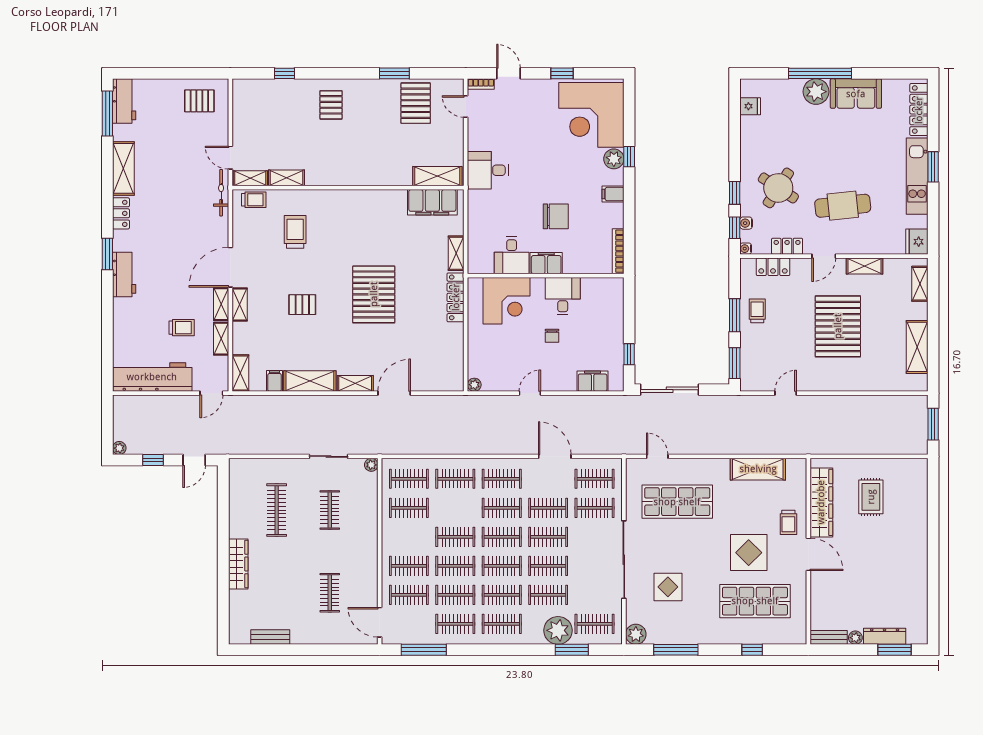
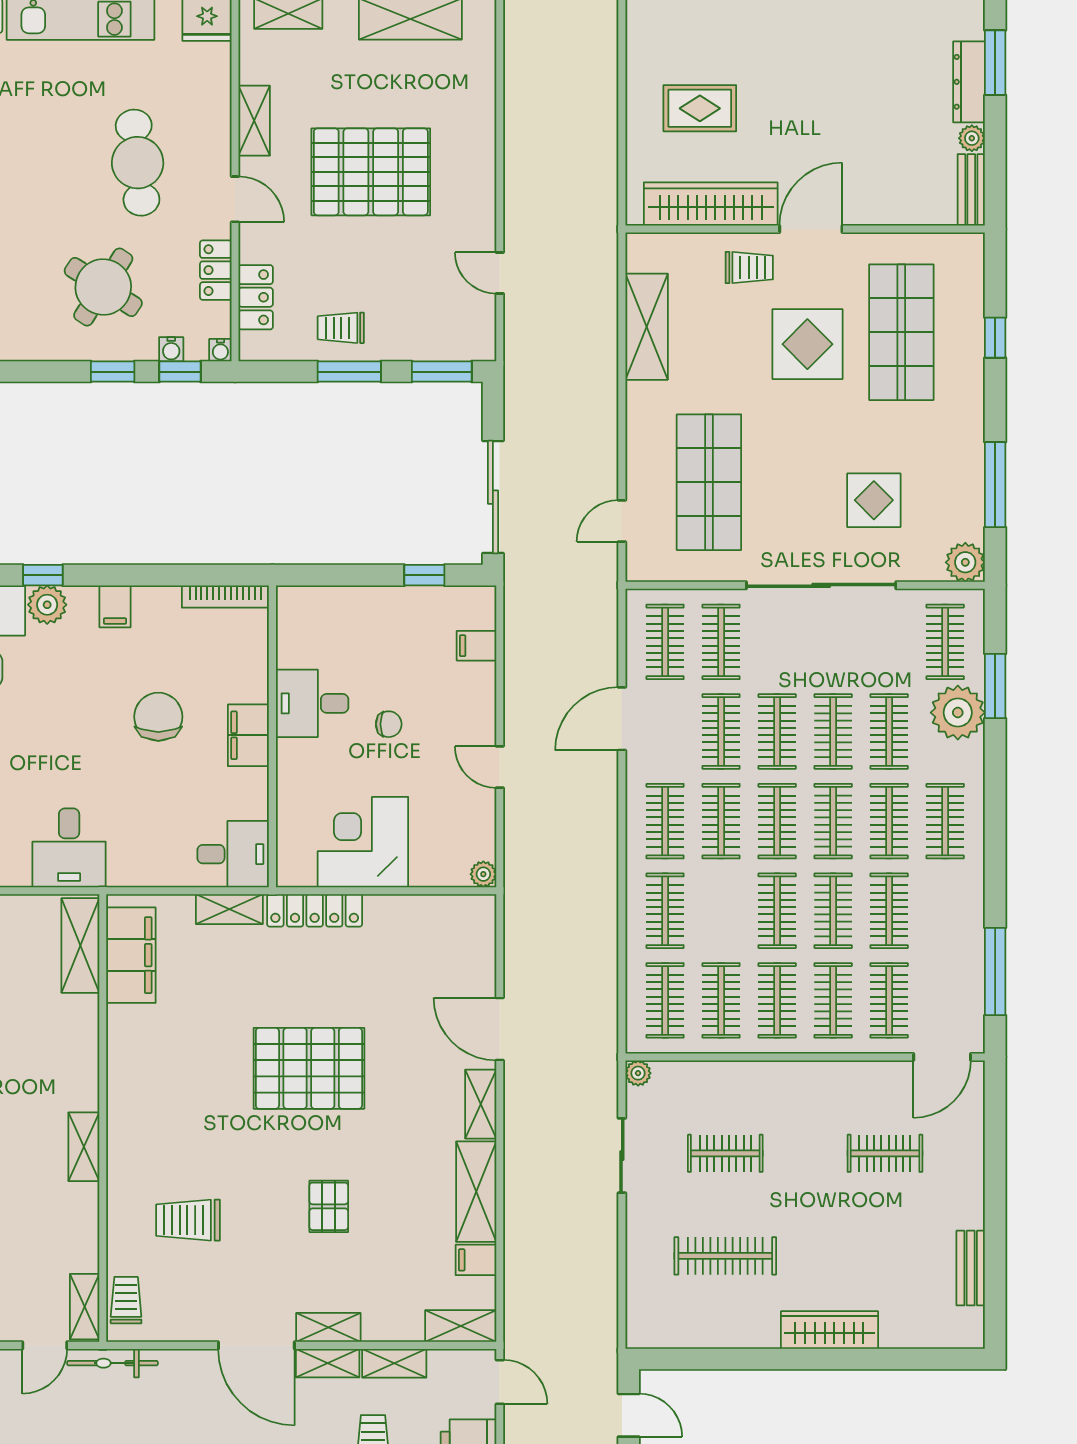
shelving: (286, 178) -> (84, 1147), moved
desk: (512, 255) -> (233, 854), moved
corner desk: (506, 301) -> (363, 842), moved, turned -90
filing cabinet: (593, 381) -> (476, 646), width x0.50
clothes rail: (455, 624) -> (777, 1000), moved

